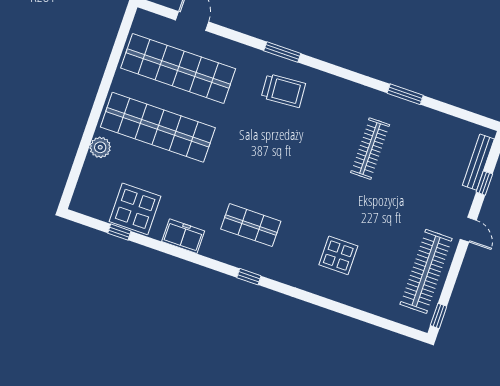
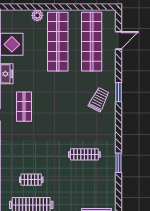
trolley: (283, 91) -> (99, 100), turned -149
display table: (338, 255) -> (24, 157), removed
clothes rail: (382, 256) -> (31, 180), added

